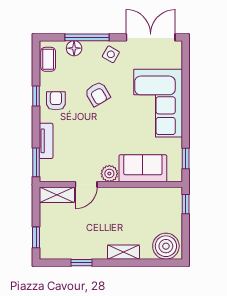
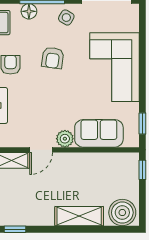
armchair: (97, 94) -> (53, 58), turned 39
shelving: (123, 252) -> (79, 216), width x1.50, depth x1.33
window: (81, 263) -> (15, 229), moved

